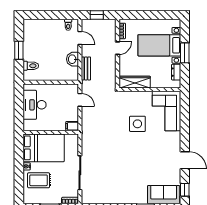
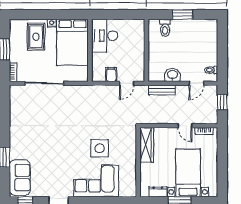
desk: (35, 105) -> (105, 36), moved, turned -90
corner sofa: (166, 111) -> (96, 181), moved
filing cabinet: (72, 126) -> (111, 74), moved

